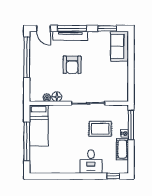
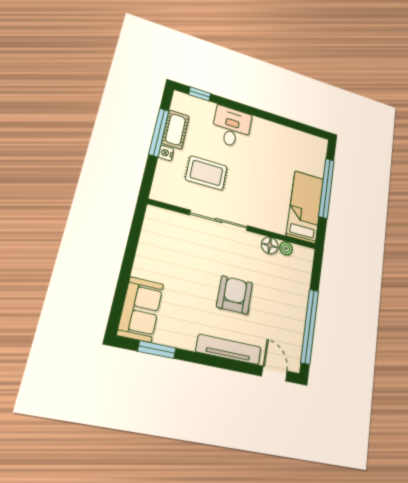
window: (72, 28) -> (223, 363), removed
window: (131, 125) -> (159, 132), moved

